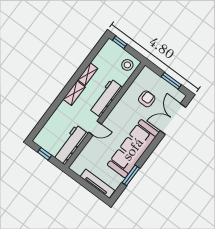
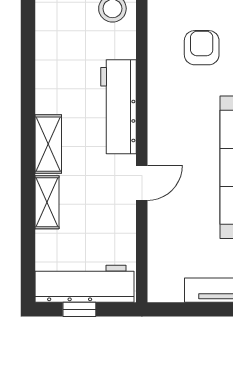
shelving: (88, 74) -> (47, 202), moved
workbench: (70, 145) -> (84, 284), moved, turned 90

